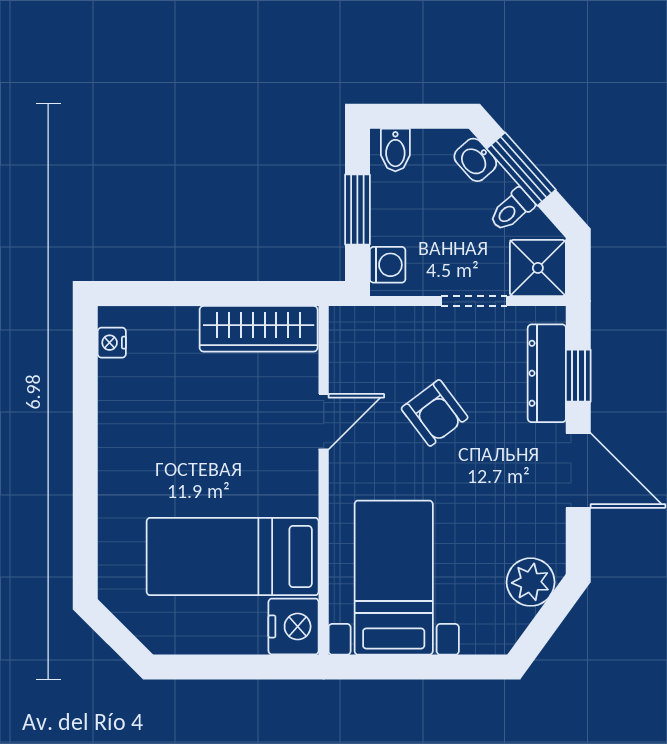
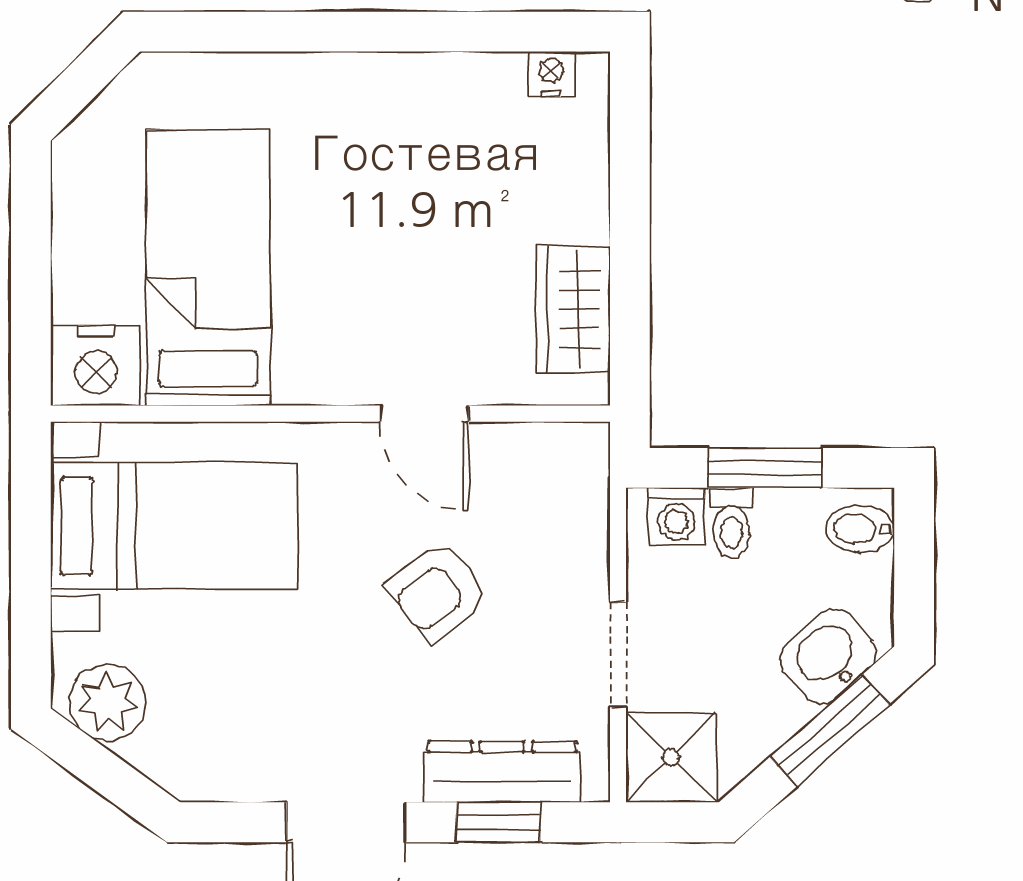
washbasin: (475, 160) -> (828, 657), width x1.38, depth x1.45
toilet: (512, 210) -> (732, 523), moved, turned -138
wardrobe: (259, 329) -> (573, 309), width x0.67
plant: (531, 582) -> (107, 702), moved

